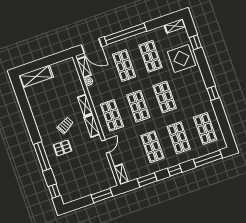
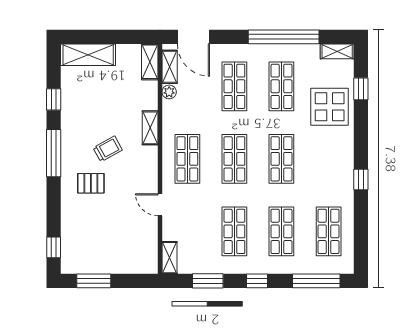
window: (125, 34) -> (284, 37), moved
window: (25, 108) -> (54, 99), added
shelving: (92, 126) -> (150, 62), moved
door: (106, 146) -> (160, 205), swing flipped
window: (42, 156) -> (54, 153), moved
window: (102, 196) -> (94, 281), moved

